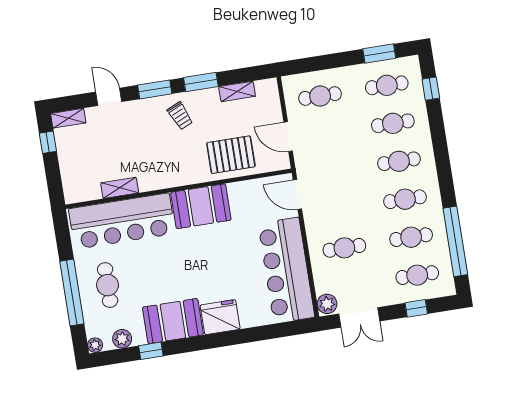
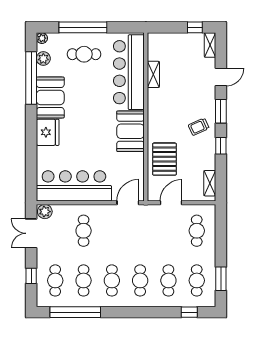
window: (201, 82) -> (221, 146), width x0.67
shelving: (237, 91) -> (210, 183), moved
window: (151, 351) -> (31, 78), width x3.17

